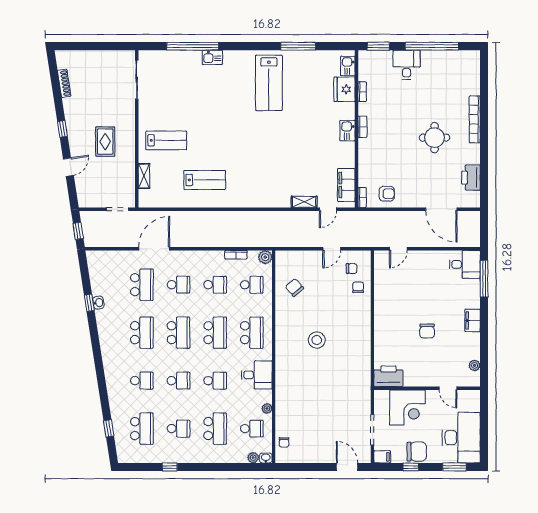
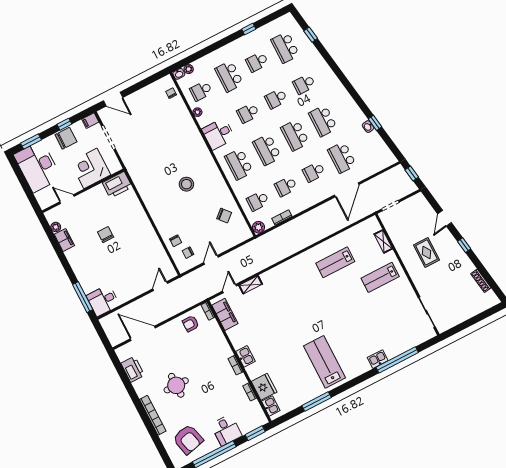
armchair: (451, 76) -> (188, 439), added
filing cabinet: (473, 320) -> (64, 240), moved
chair: (417, 452) -> (66, 138), turned 180

